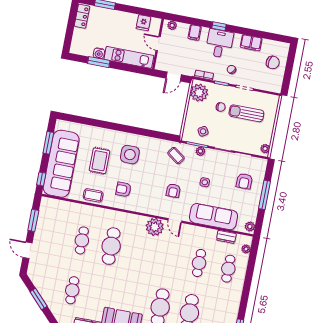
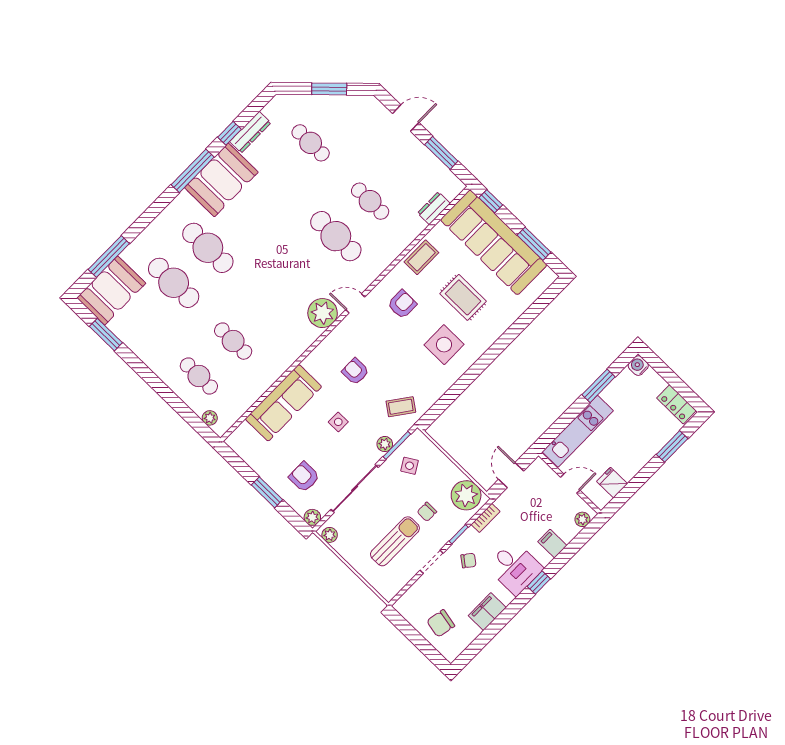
water cooler: (99, 53) -> (638, 366), moved
window: (265, 195) -> (267, 492), width x0.69
door: (175, 221) -> (355, 303), moved
plant: (250, 226) -> (312, 517), moved
dresser: (226, 237) -> (434, 208), moved

